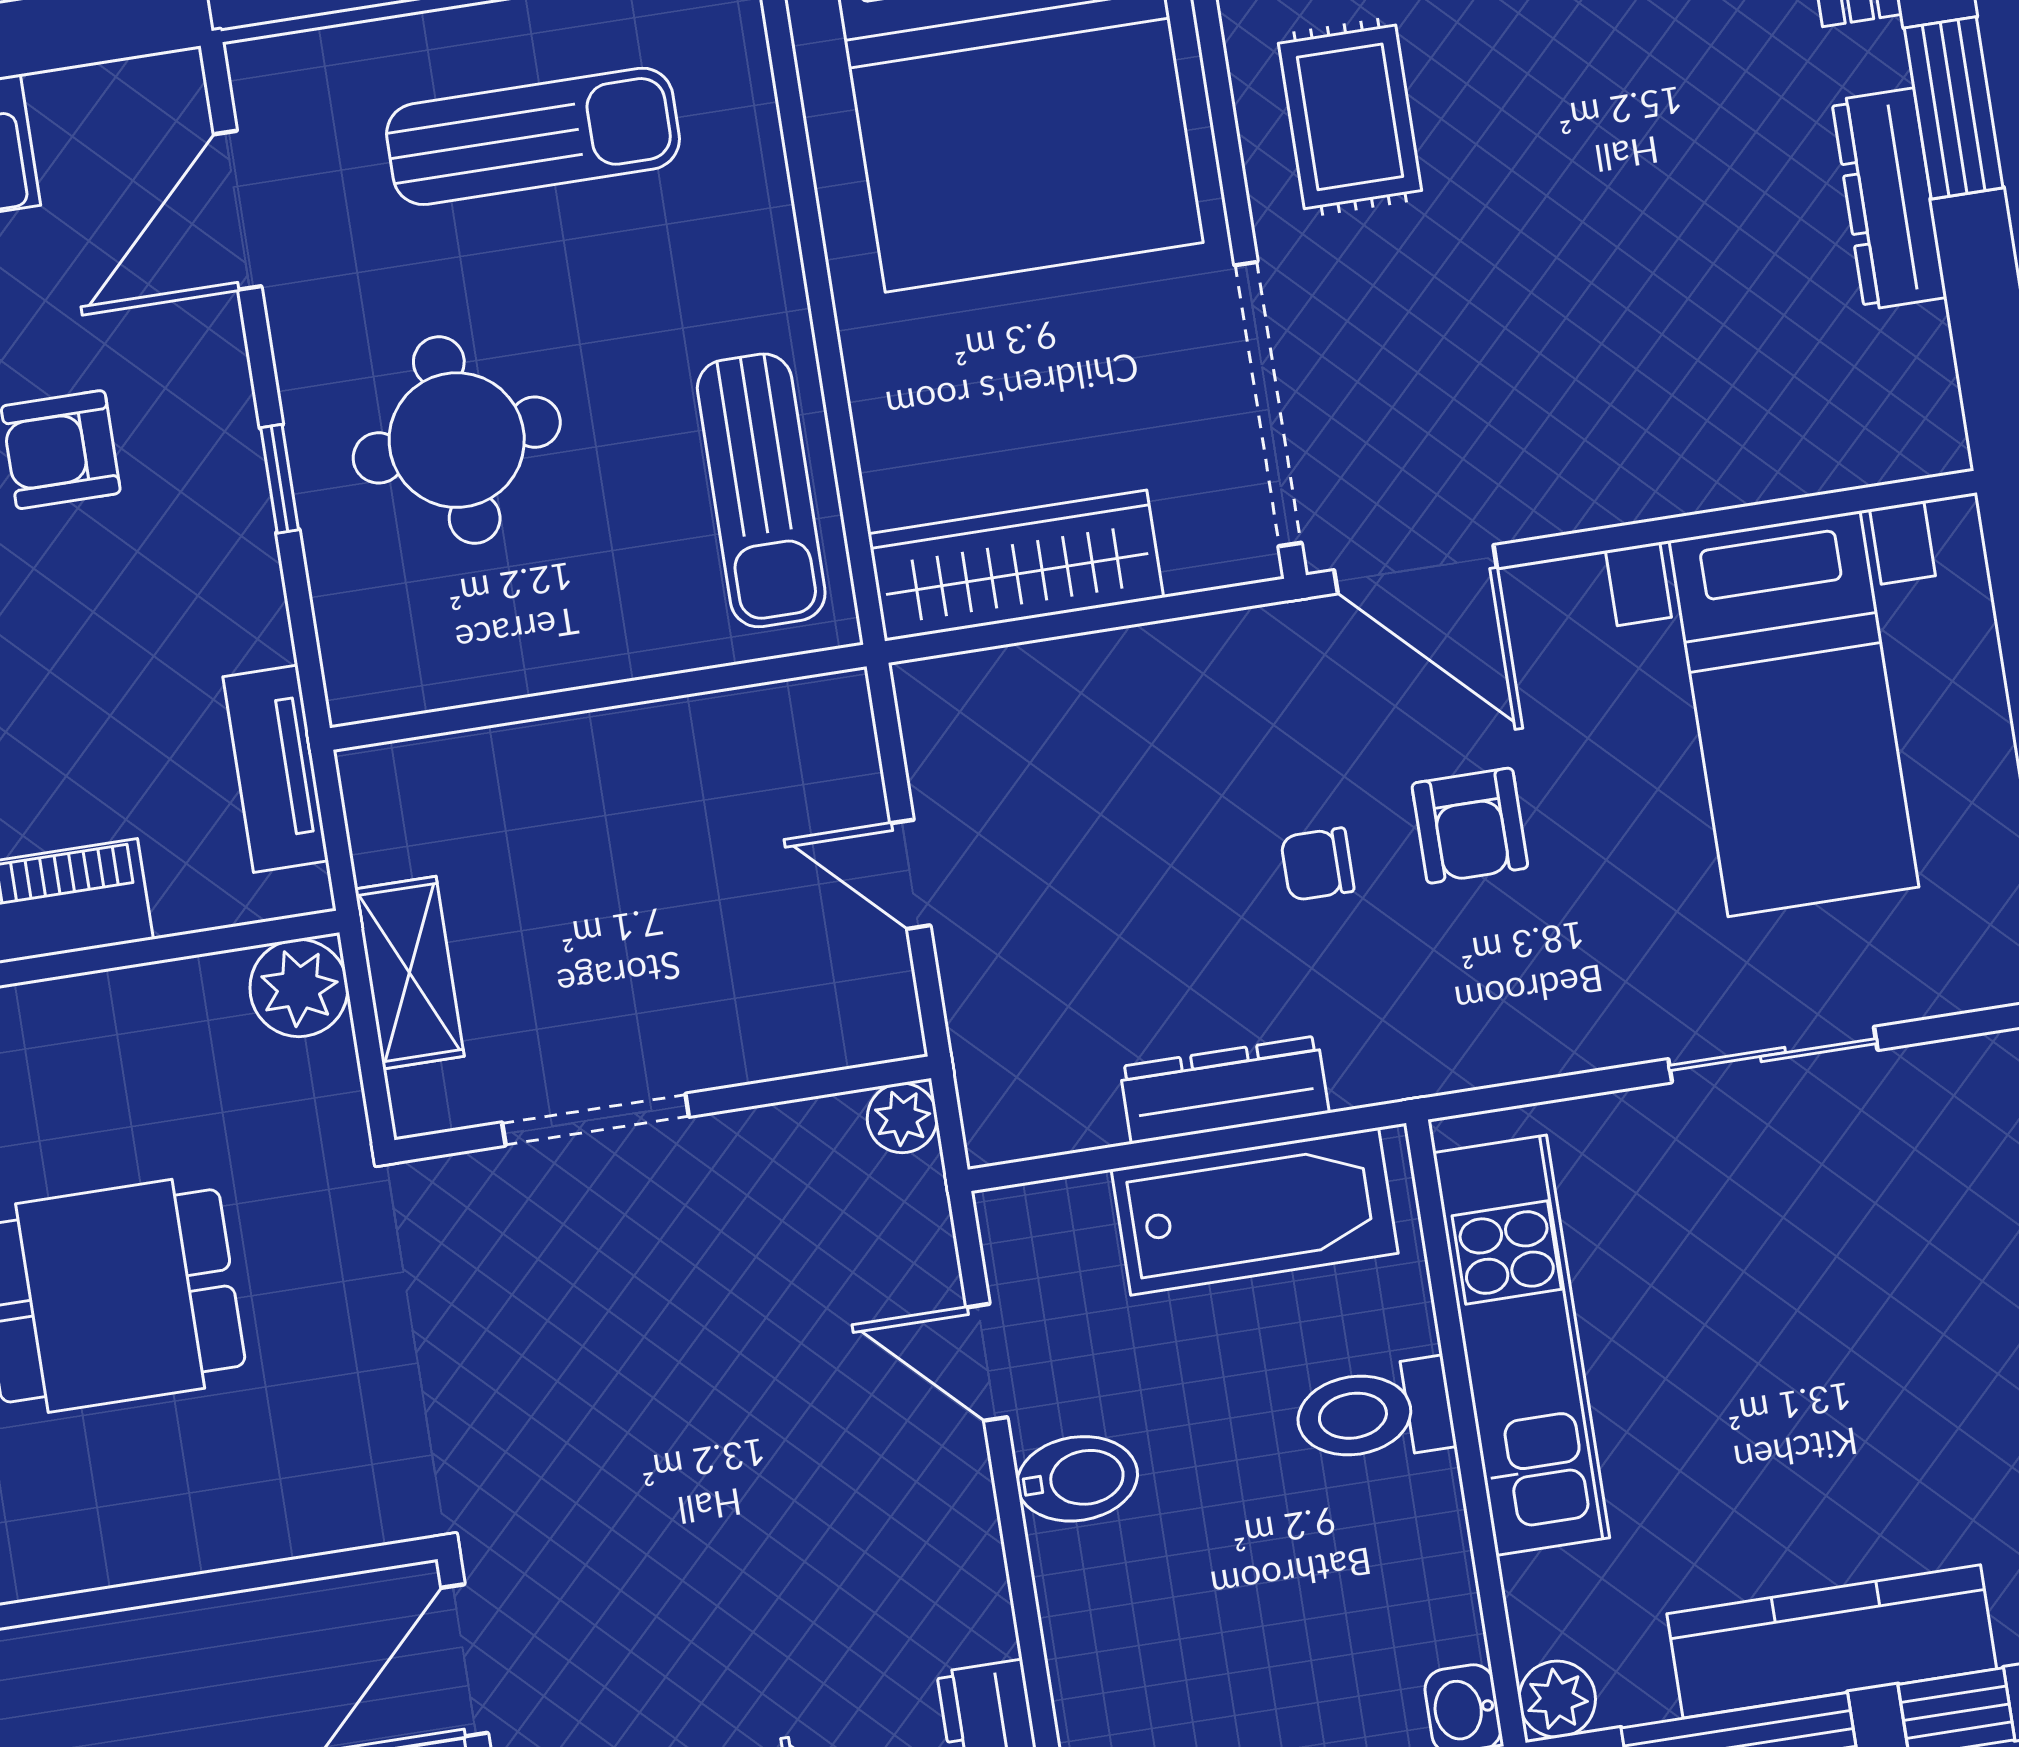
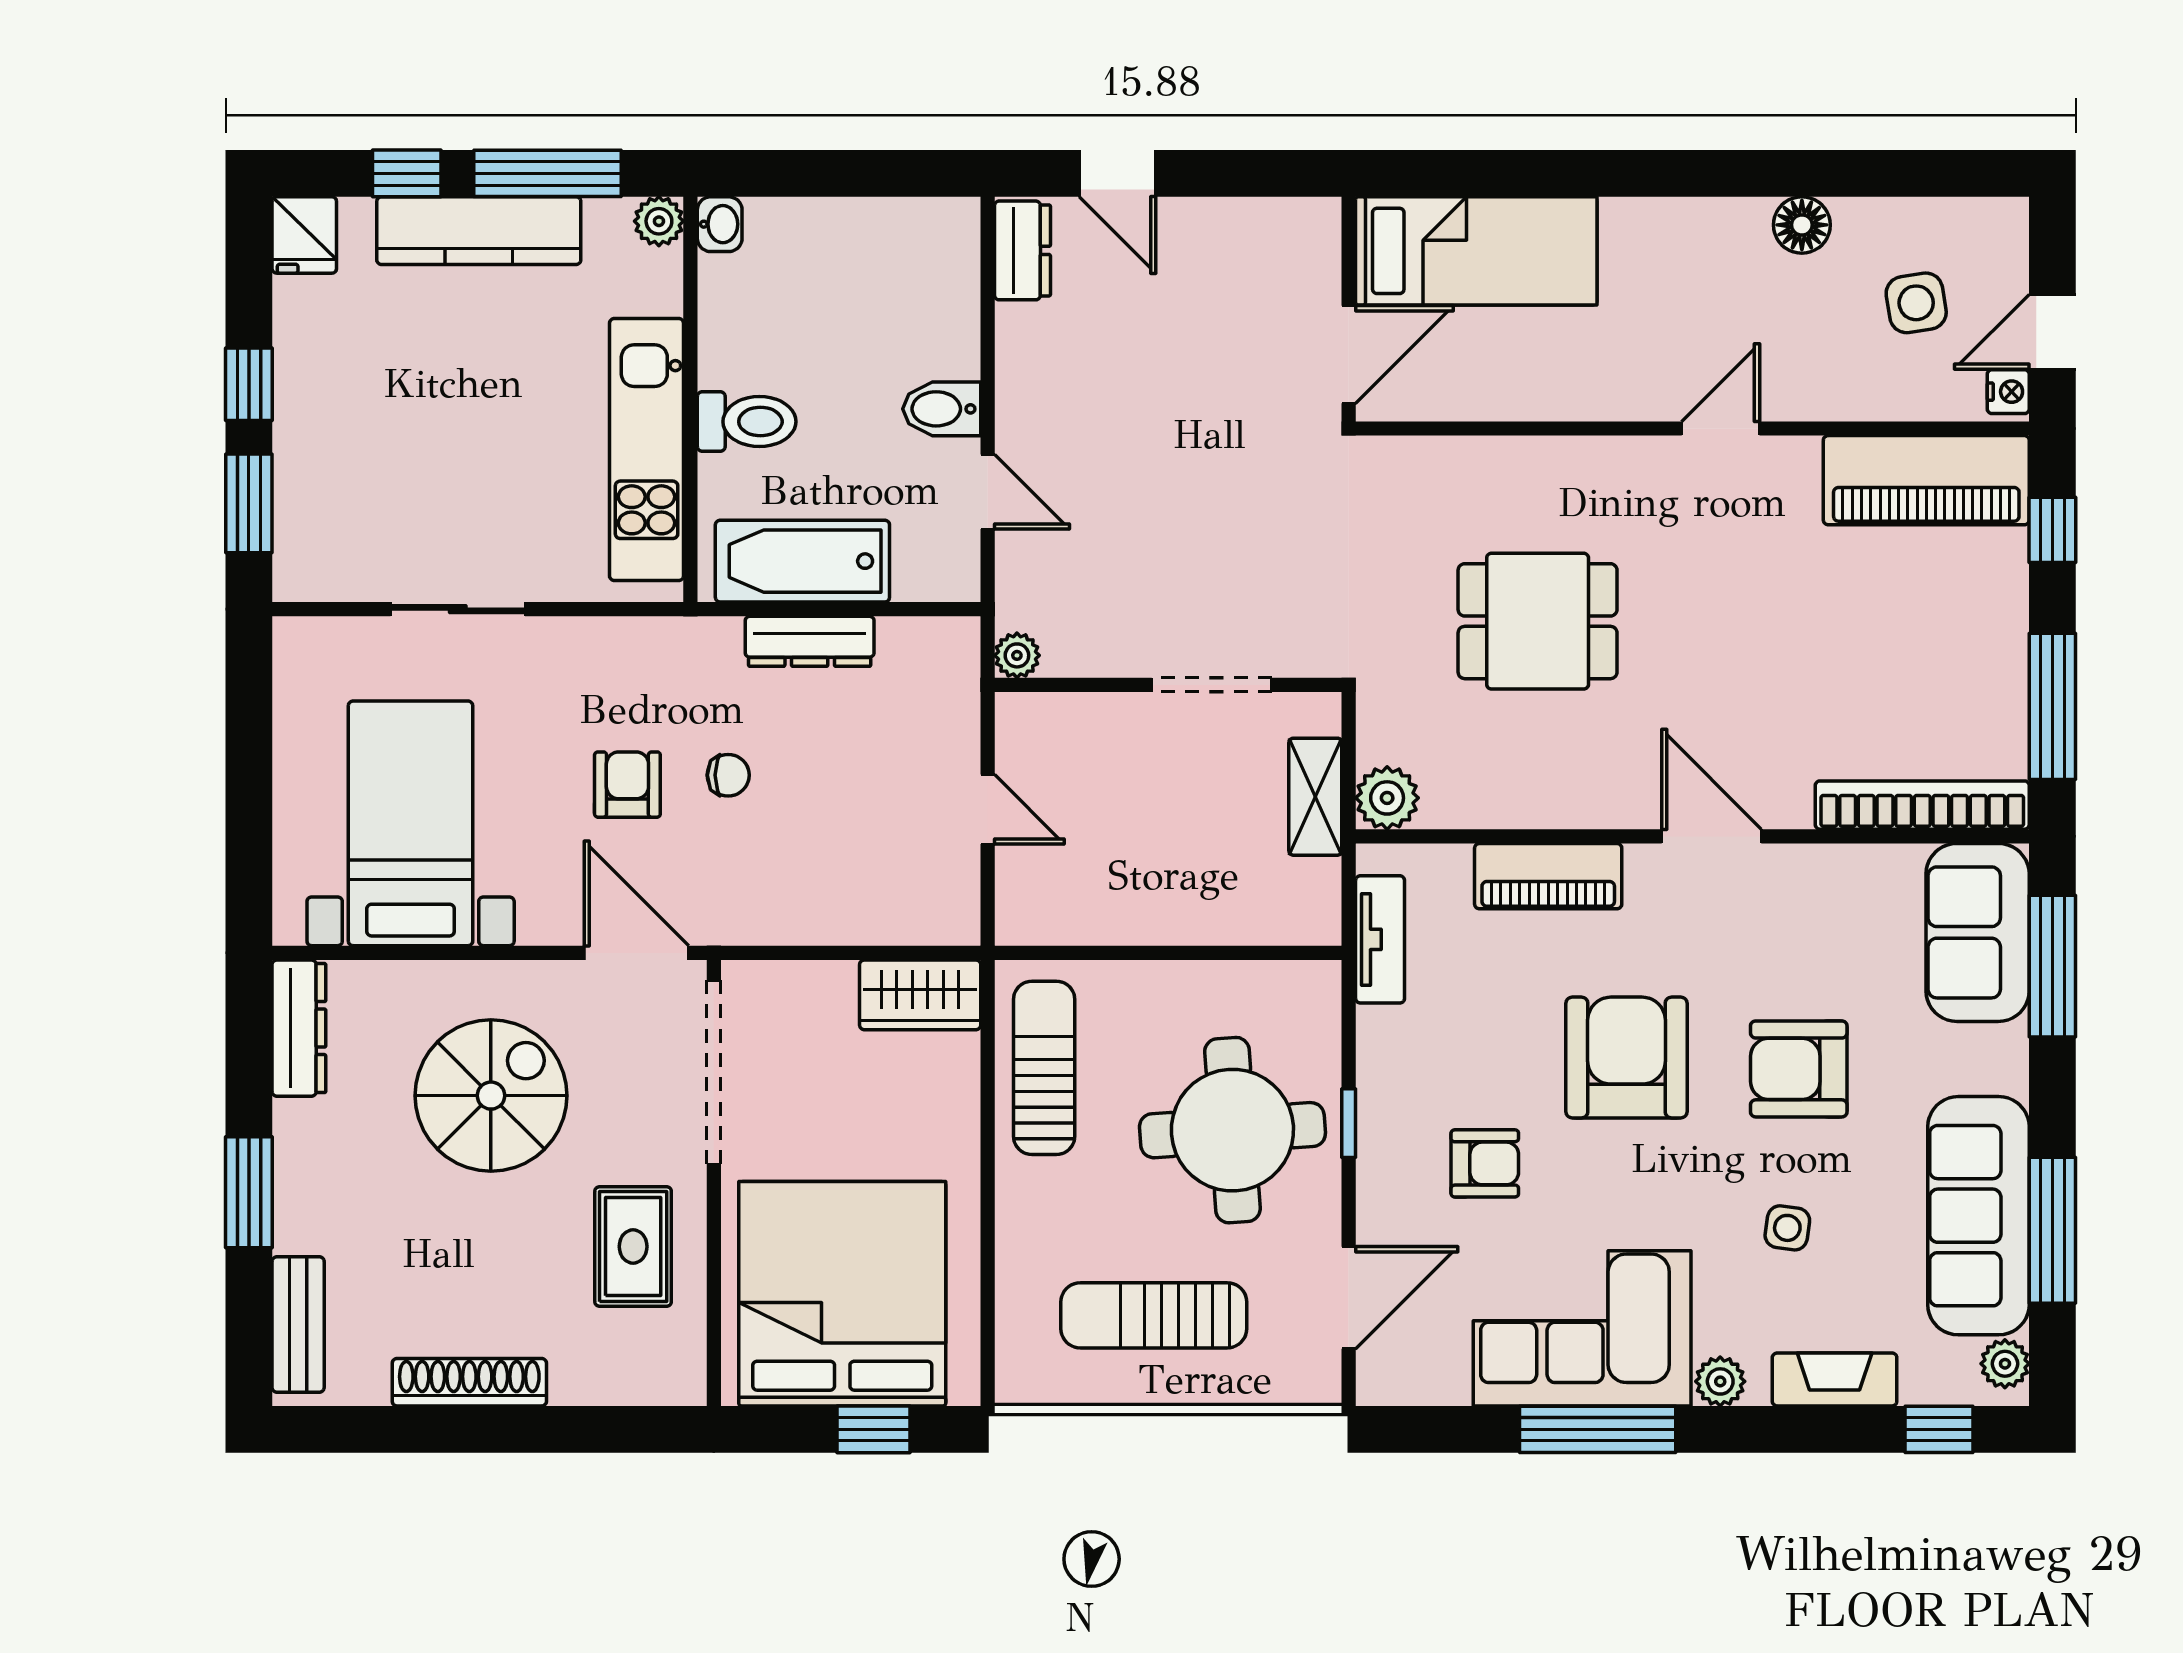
dresser: (1889, 199) -> (299, 1028), moved
spiral stairs: (1605, 315) -> (491, 1096), added
round table: (457, 440) -> (1232, 1130), width x1.36, depth x1.36
wardrobe: (1016, 566) -> (920, 995), width x0.67

